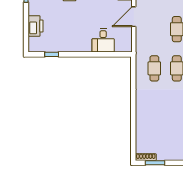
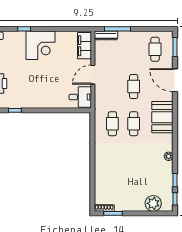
desk: (103, 40) -> (80, 97), moved, turned -90

